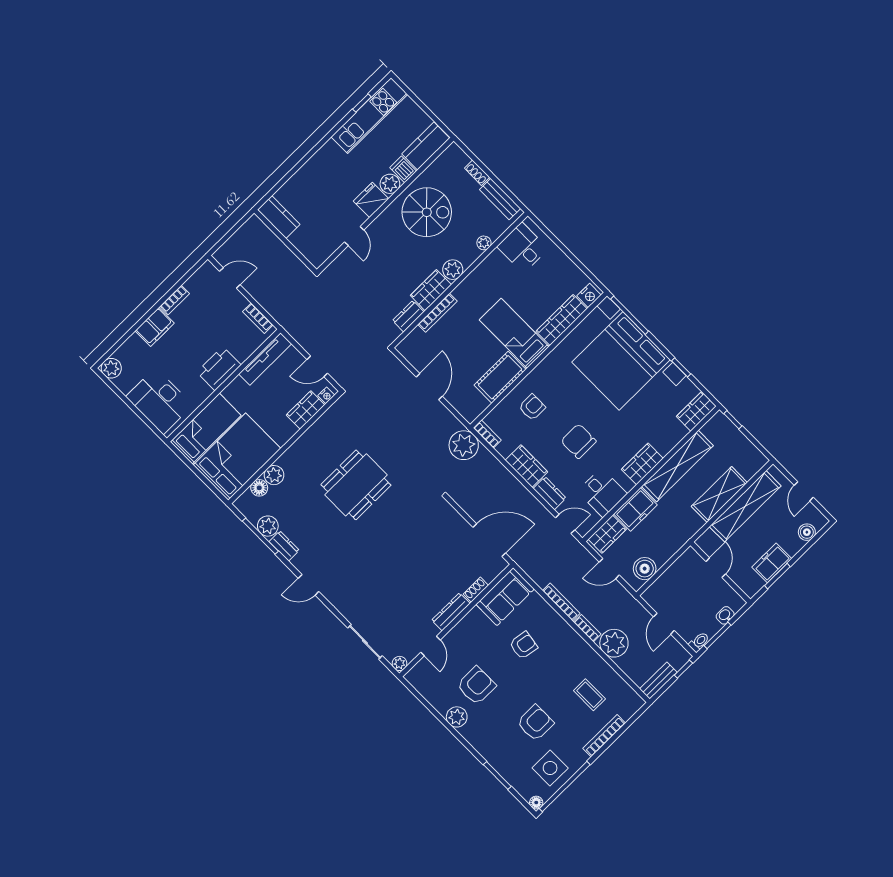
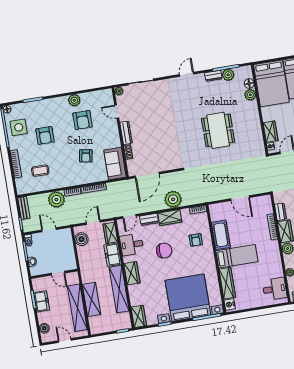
plant: (464, 445) -> (173, 199), moved

